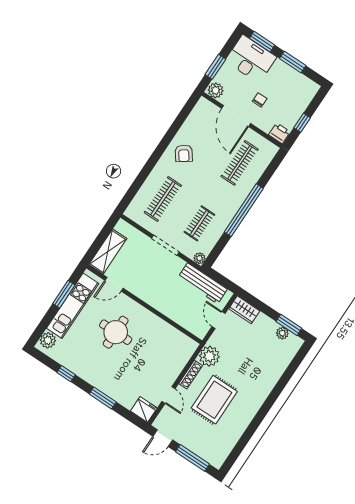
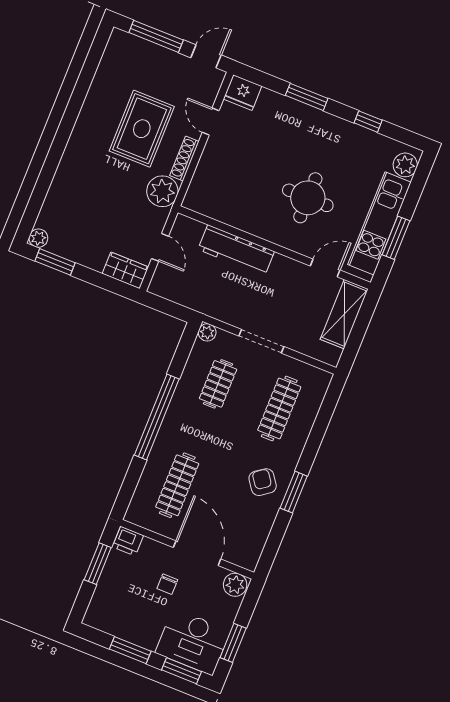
window: (215, 67) -> (233, 643), moved
window: (302, 123) -> (98, 564), width x1.50
window: (165, 143) -> (294, 492), added
workbench: (203, 283) -> (236, 250), moved, turned 180
plant: (282, 333) -> (38, 238), moved

